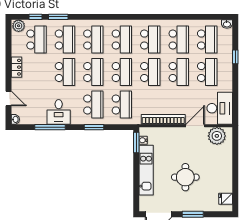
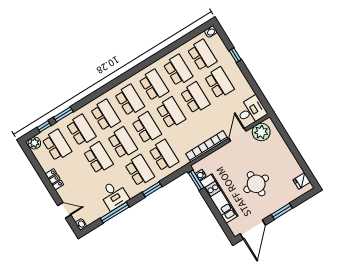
desk: (220, 108) -> (251, 111), width x0.73

